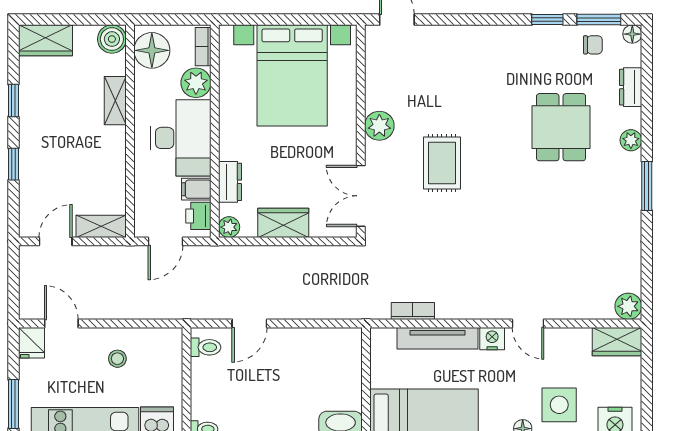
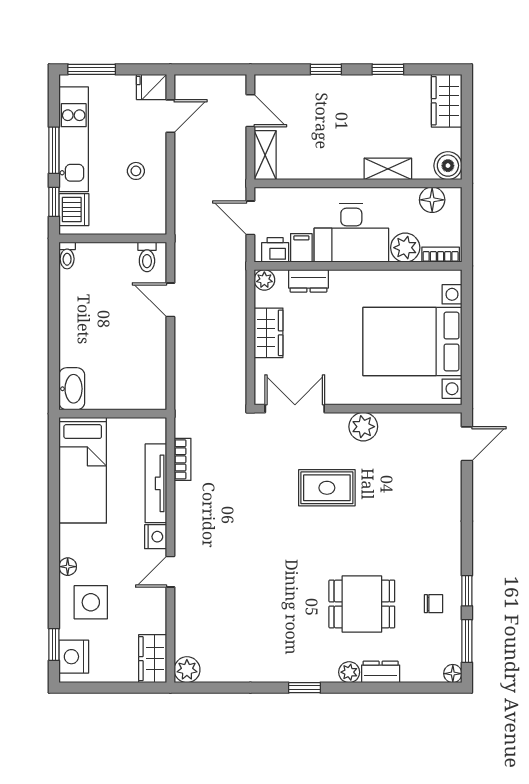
chair: (593, 45) -> (434, 604), moved, turned -90
floor lamp: (152, 50) -> (432, 200), width x0.73, depth x0.73
dresser: (631, 87) -> (381, 672), moved
window: (647, 186) -> (305, 688), width x0.67

